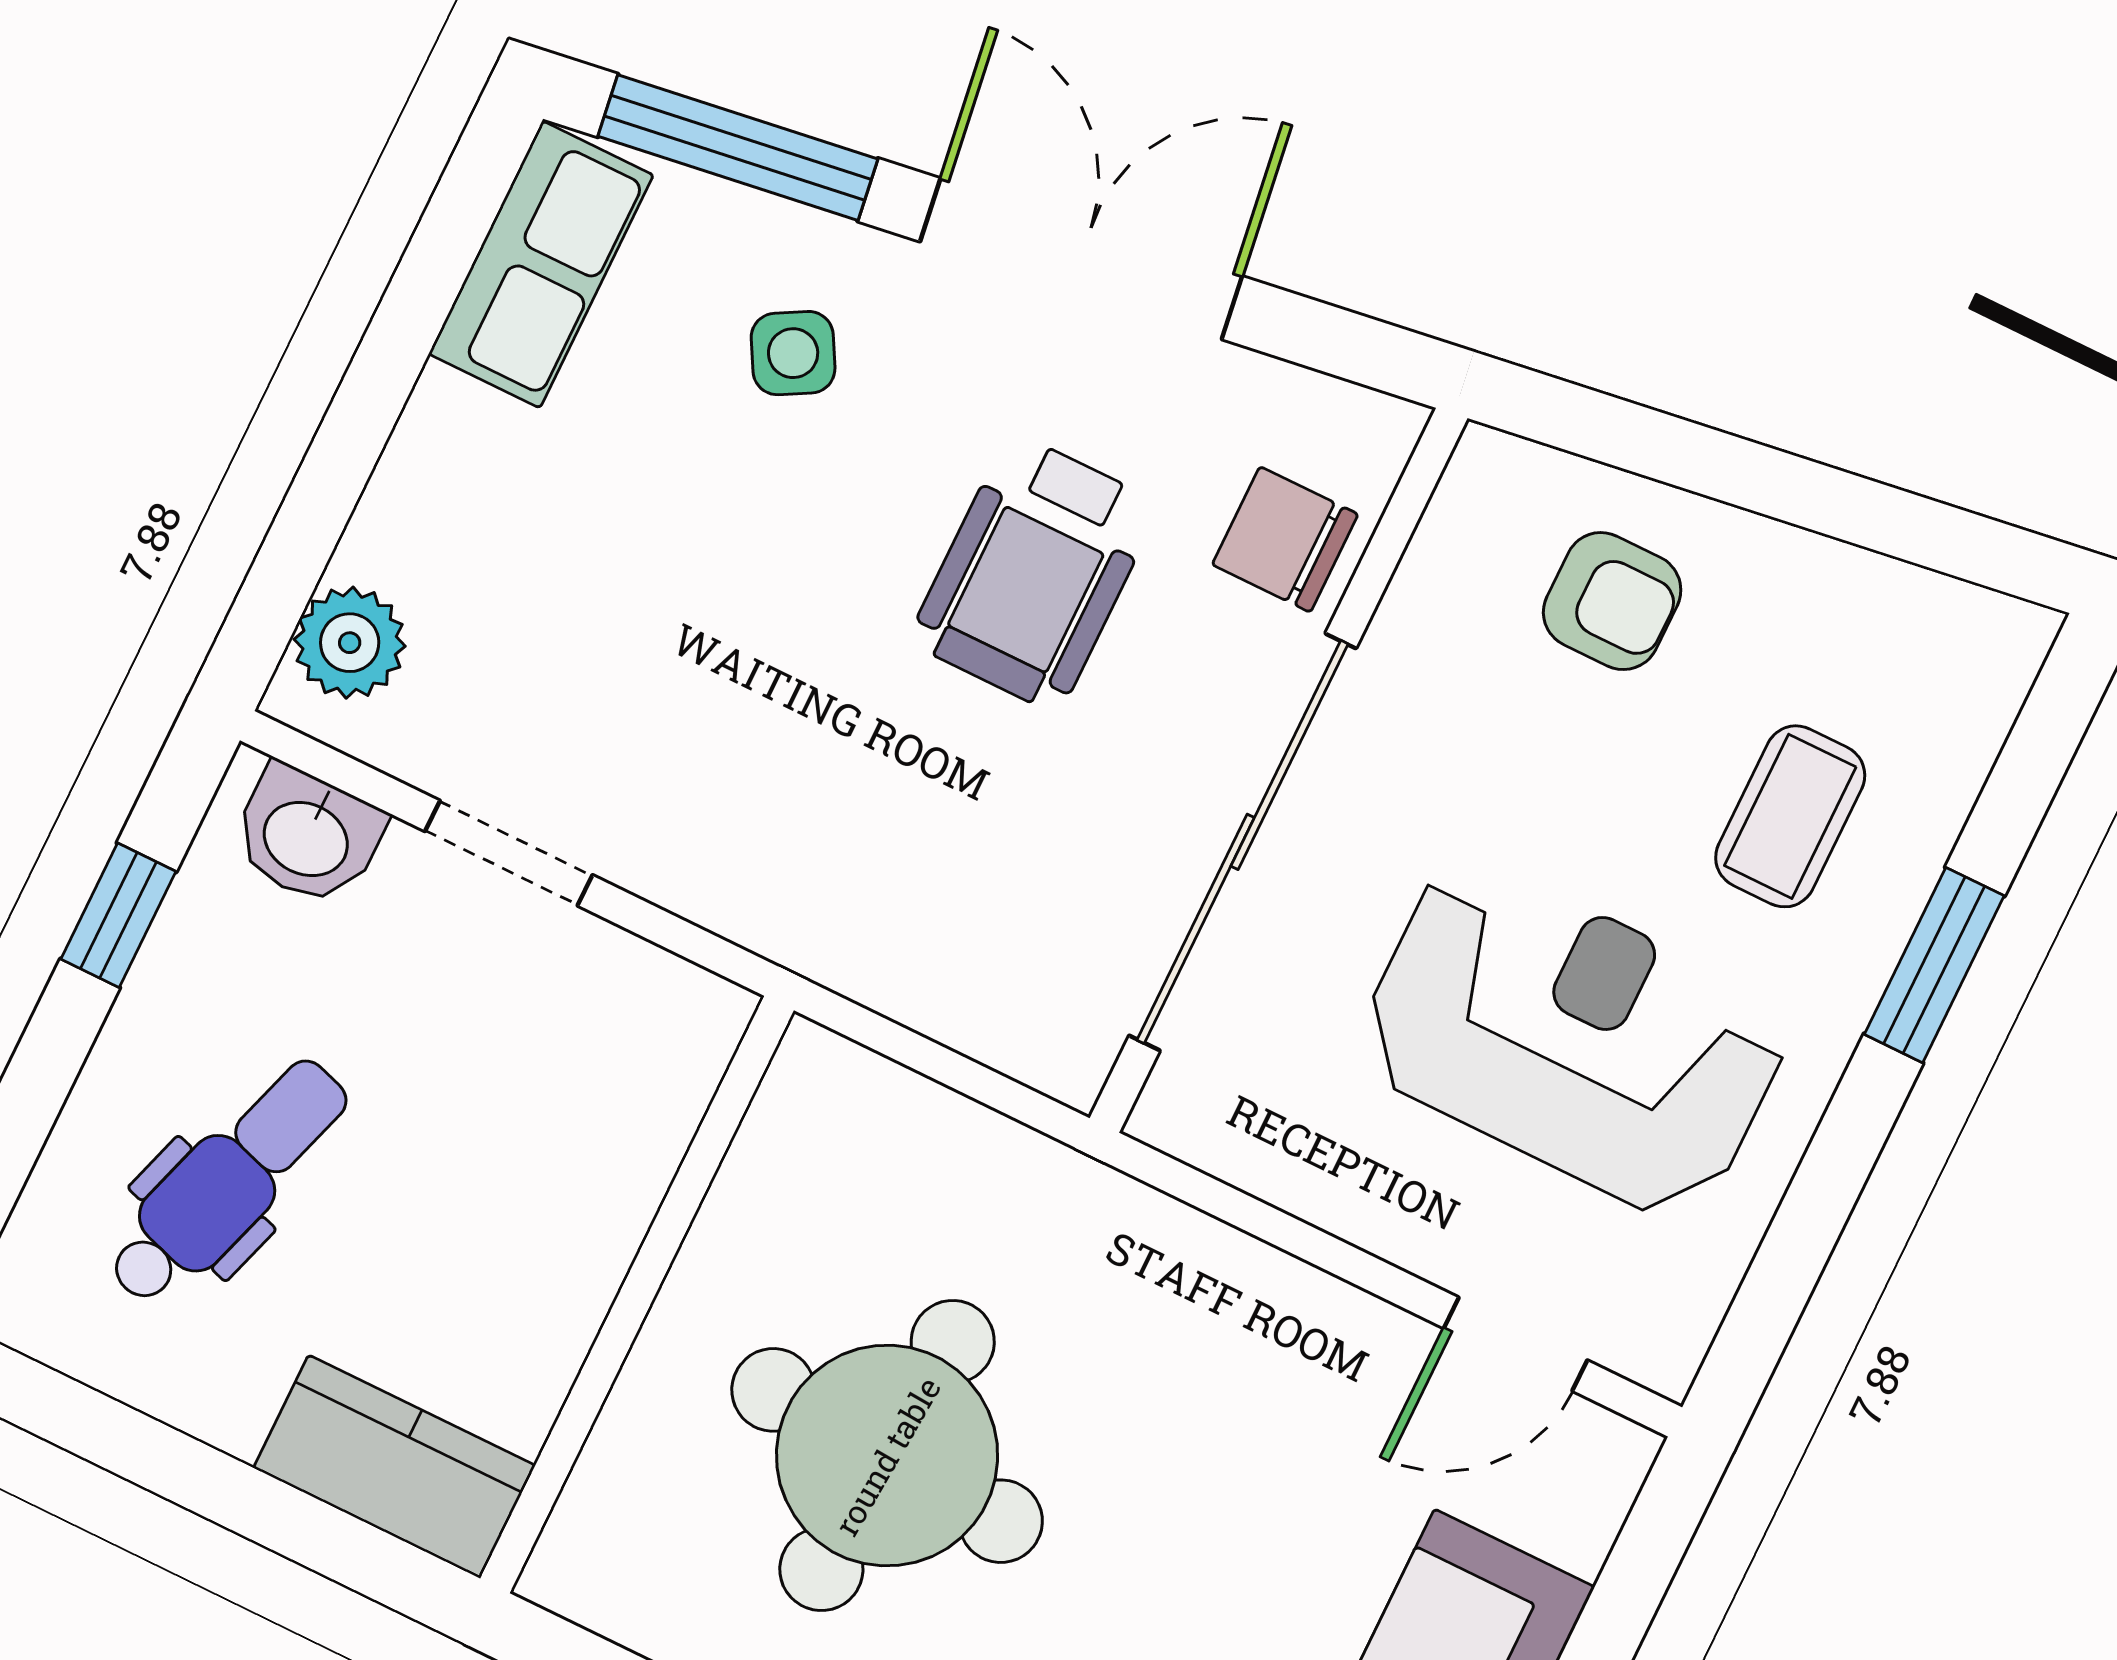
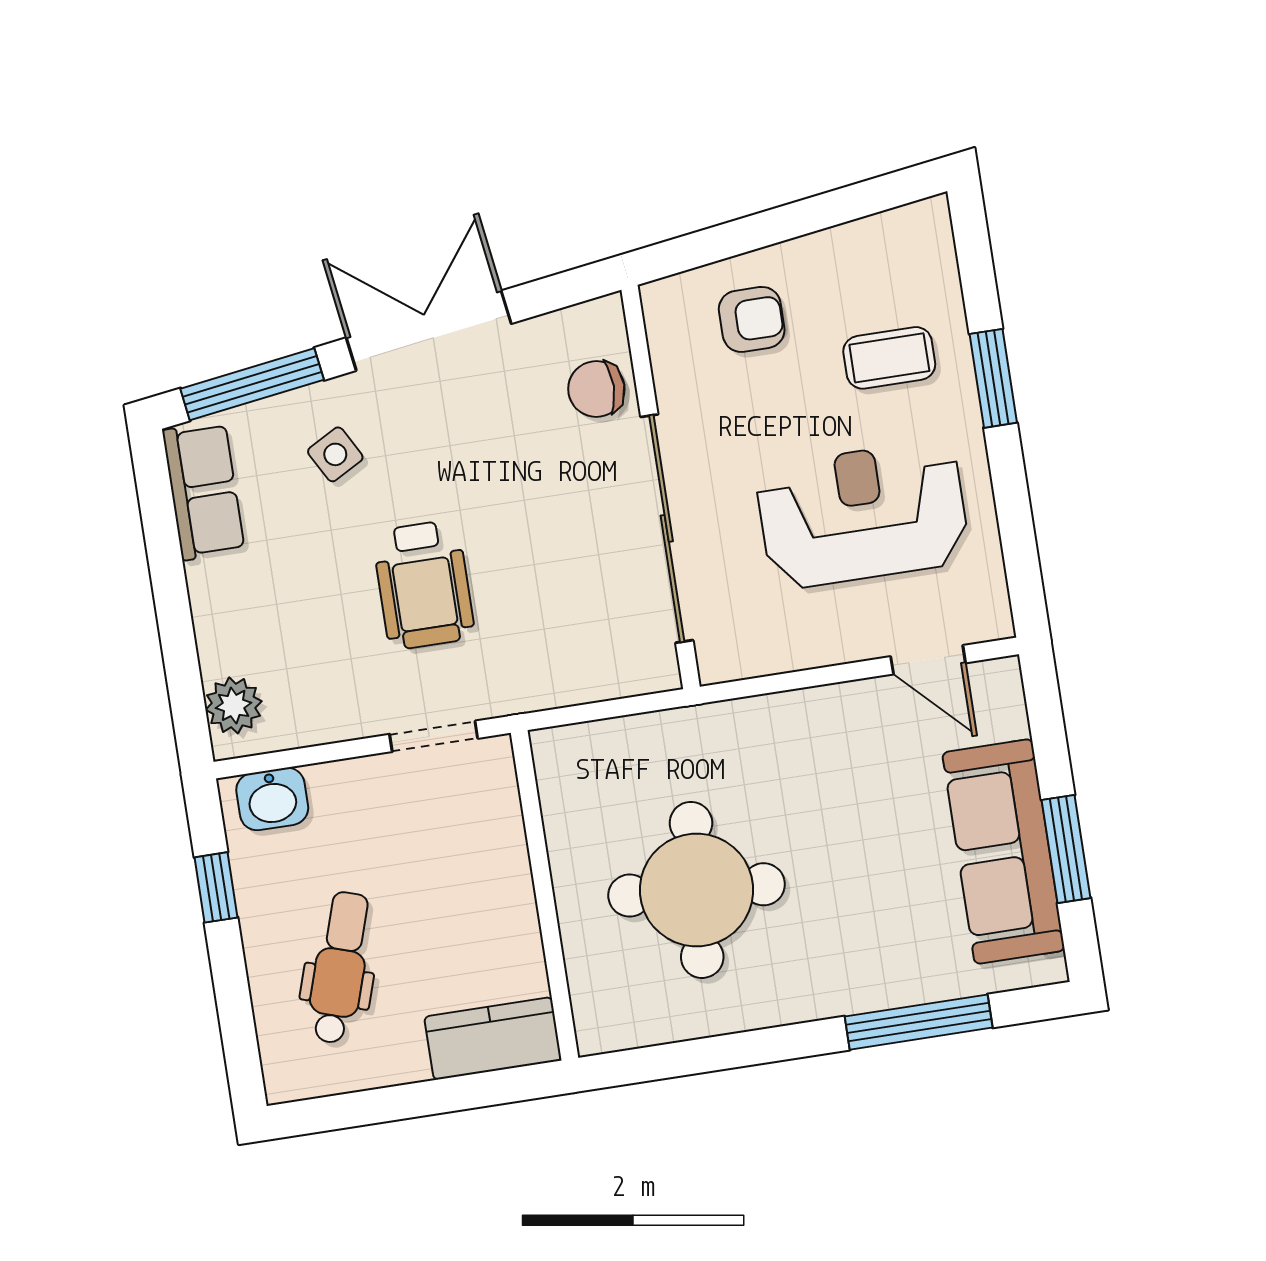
wheelchair: (1034, 573) -> (424, 585), moved
coffee table: (1790, 816) -> (889, 358), turned 90
doorway: (509, 853) -> (434, 736), moved
door: (1516, 1344) -> (928, 660), hinge flipped

